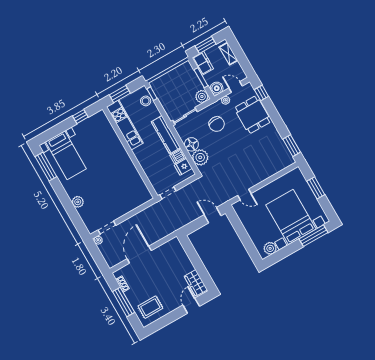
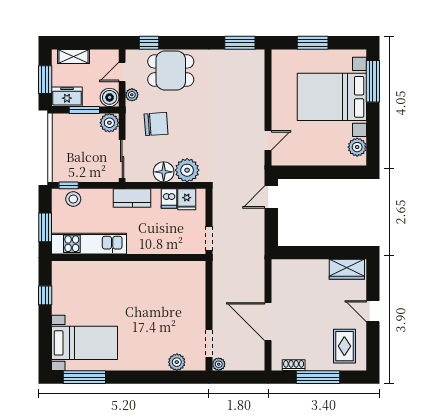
kitchen counter: (166, 135) -> (132, 198), width x0.67
plant: (78, 202) -> (177, 362), moved
door: (191, 306) -> (373, 311), moved

